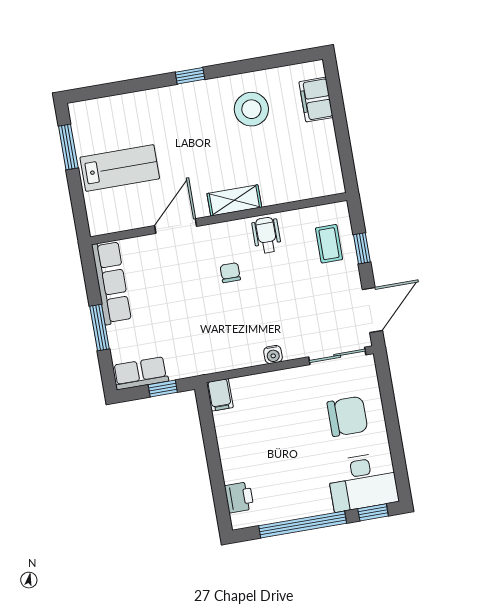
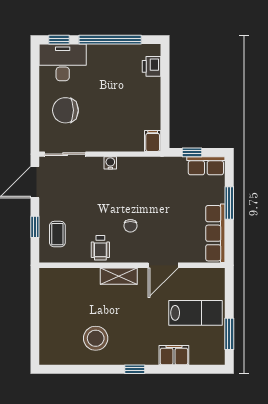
filing cabinet: (316, 100) -> (174, 355), moved, turned -90
lab bench: (120, 168) -> (195, 313), turned 180

